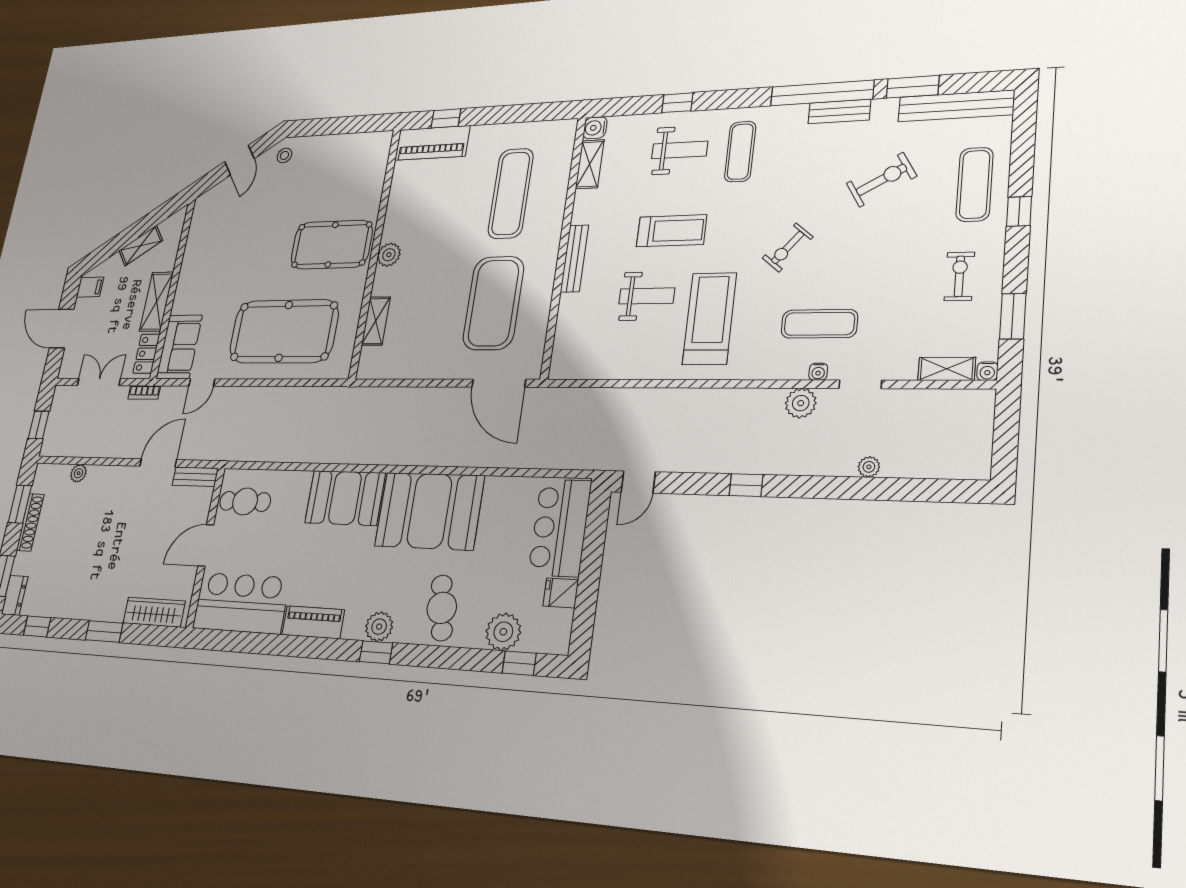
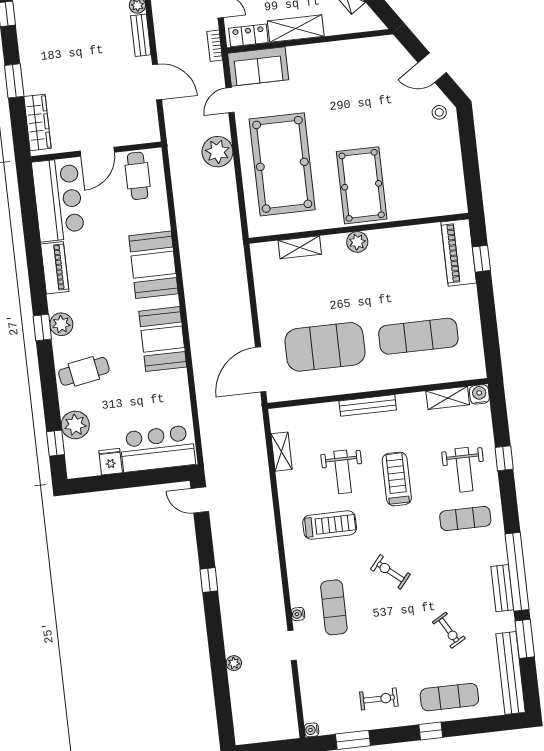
exercise bike: (881, 180) -> (449, 630), width x0.73, depth x0.72
treadmill: (671, 231) -> (397, 479), turned 180
treadmill: (710, 319) -> (330, 525), width x0.73, depth x0.73
shelving: (947, 369) -> (282, 452), moved
door: (202, 382) -> (230, 100), hinge flipped
plant: (801, 403) -> (217, 152), moved, width x1.36, depth x1.36
bench: (195, 477) -> (141, 35), moved
booth: (429, 511) -> (163, 339), width x0.73, depth x0.70
door: (206, 545) -> (97, 152), swing flipped

